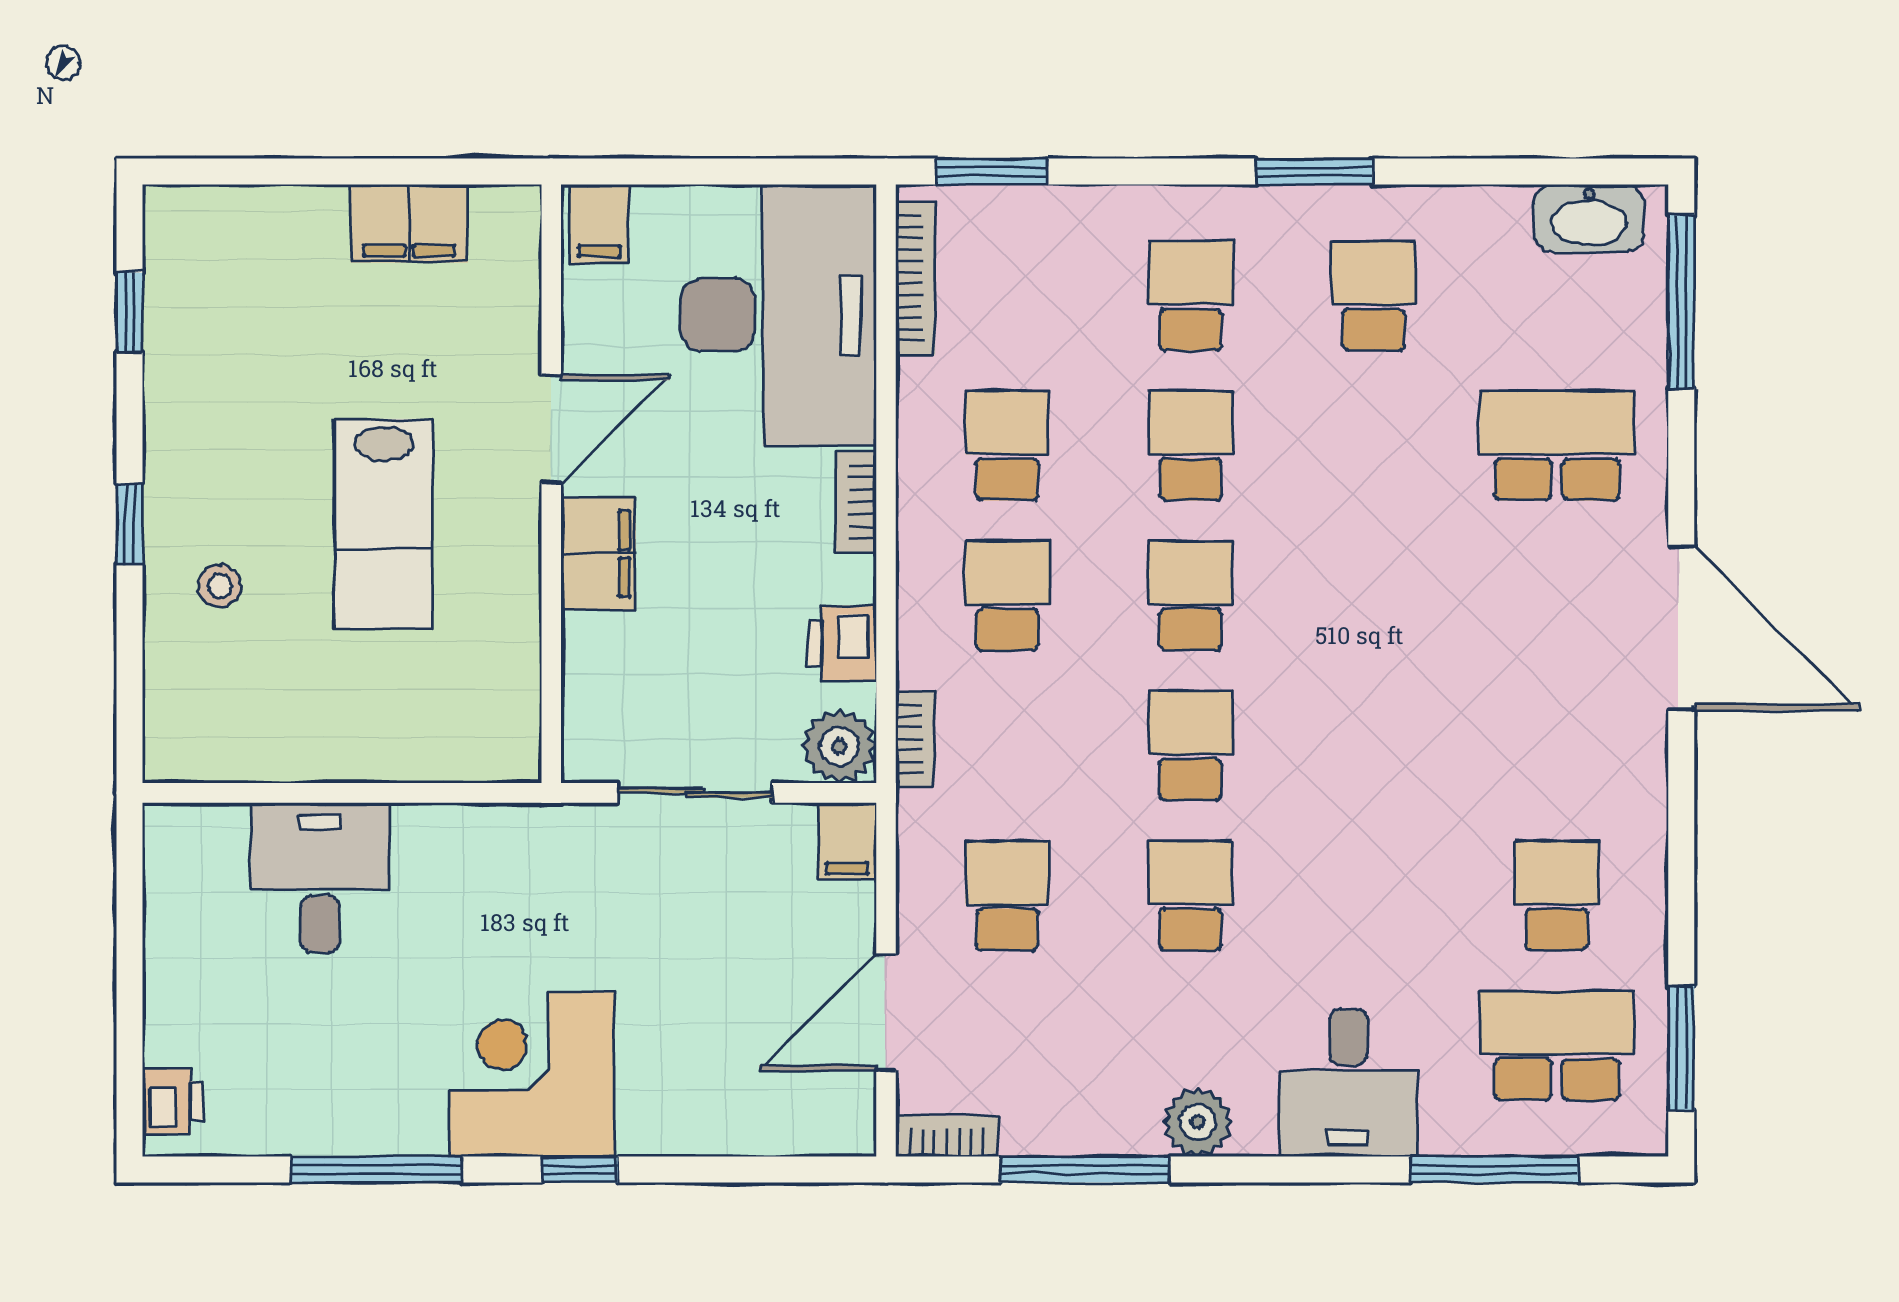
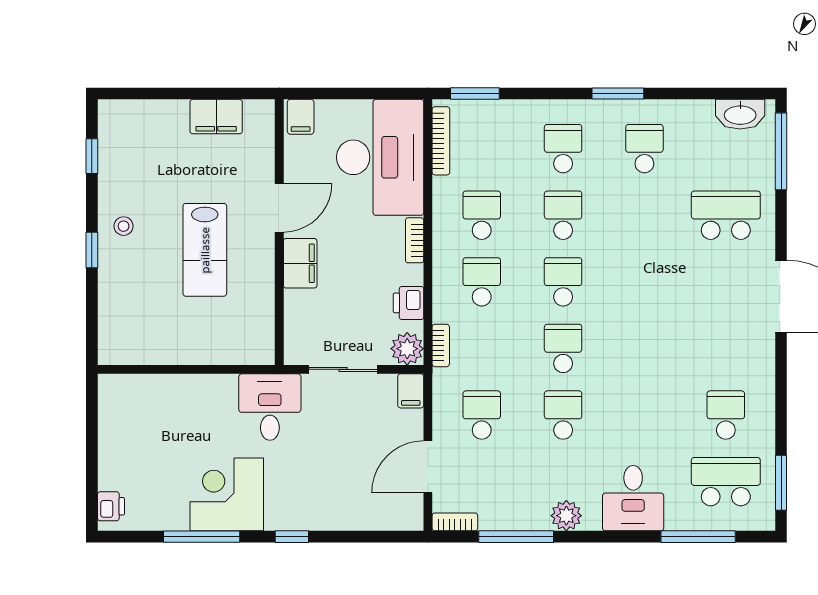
stool: (220, 586) -> (124, 226), moved
desk: (320, 878) -> (270, 407), moved
corner desk: (532, 1074) -> (227, 494), moved

